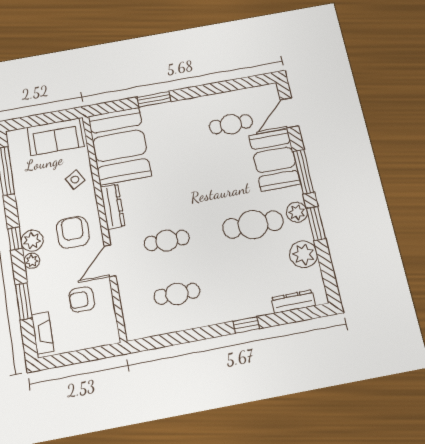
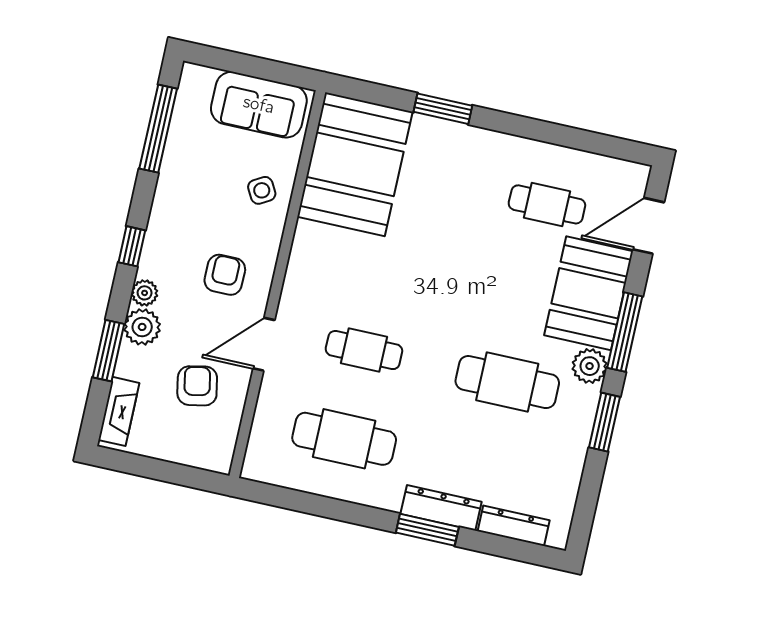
dresser: (113, 207) -> (441, 508), moved, turned -90
plant: (297, 212) -> (590, 366), moved
armchair: (73, 232) -> (225, 275), width x0.72, depth x0.72
plant: (32, 241) -> (142, 327), moved
plant: (303, 254) -> (563, 461), removed
cafe table: (177, 294) -> (344, 439), width x1.37, depth x1.35
armchair: (82, 299) -> (197, 386), turned 79
window: (246, 325) -> (427, 530), width x1.50

